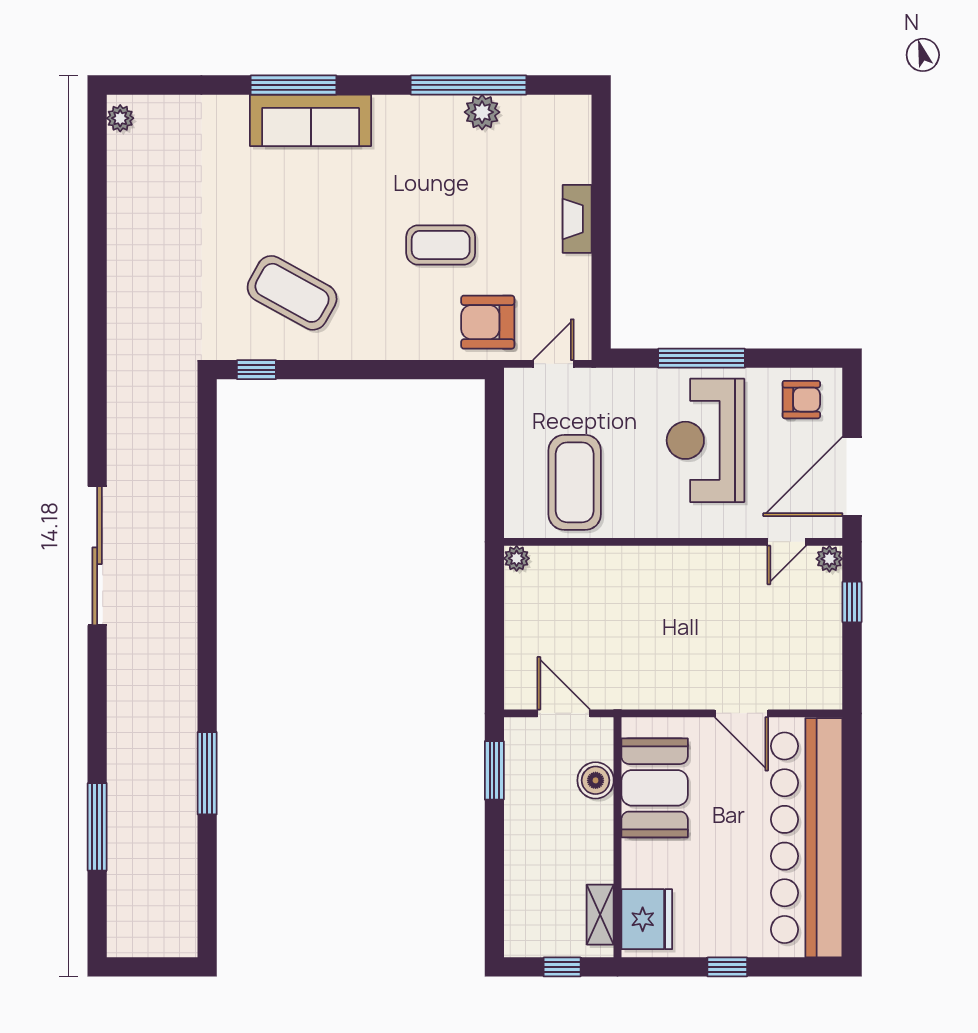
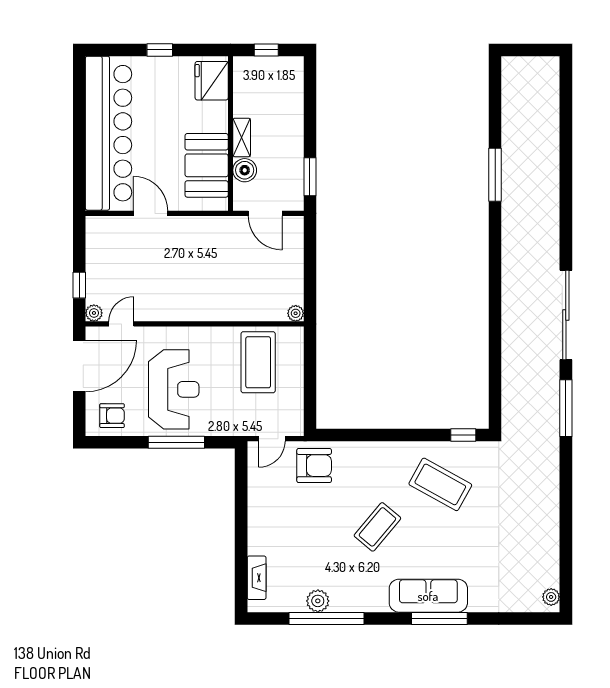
fireplace: (577, 219) -> (257, 578), moved
coffee table: (441, 245) -> (377, 527), moved, turned -50
armchair: (801, 400) -> (112, 416), turned 180
window: (97, 827) -> (566, 408), moved
shelving: (600, 915) -> (242, 137), moved

